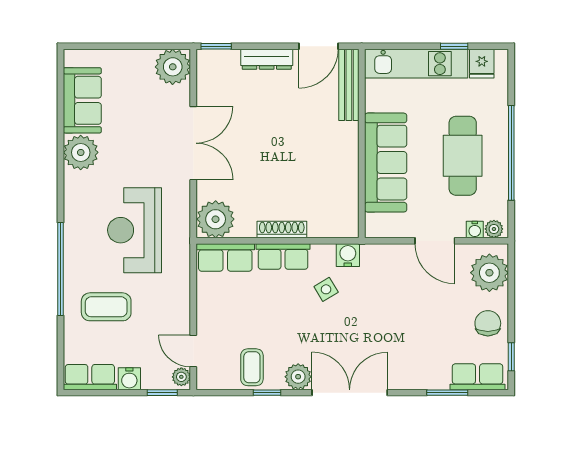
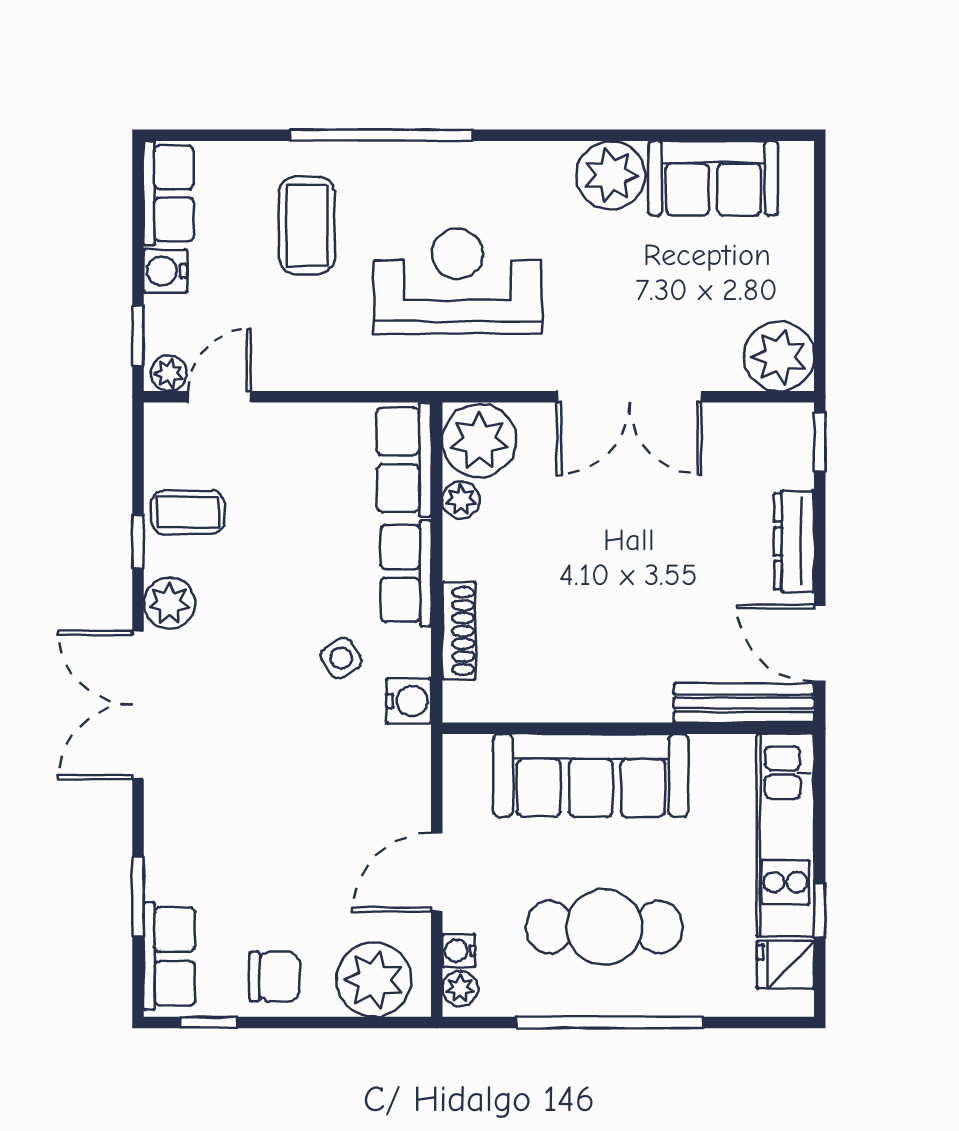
plant: (246, 228) -> (461, 500), added
shoe rack: (282, 230) -> (459, 631), moved
double door: (350, 393) -> (138, 705), swing flipped

